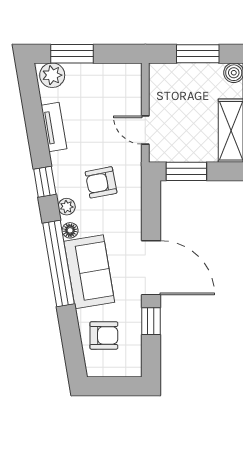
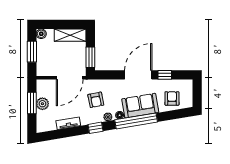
window: (72, 54) -> (32, 103), moved
plant: (52, 75) -> (42, 104), moved
door: (145, 130) -> (70, 78), width x1.88

